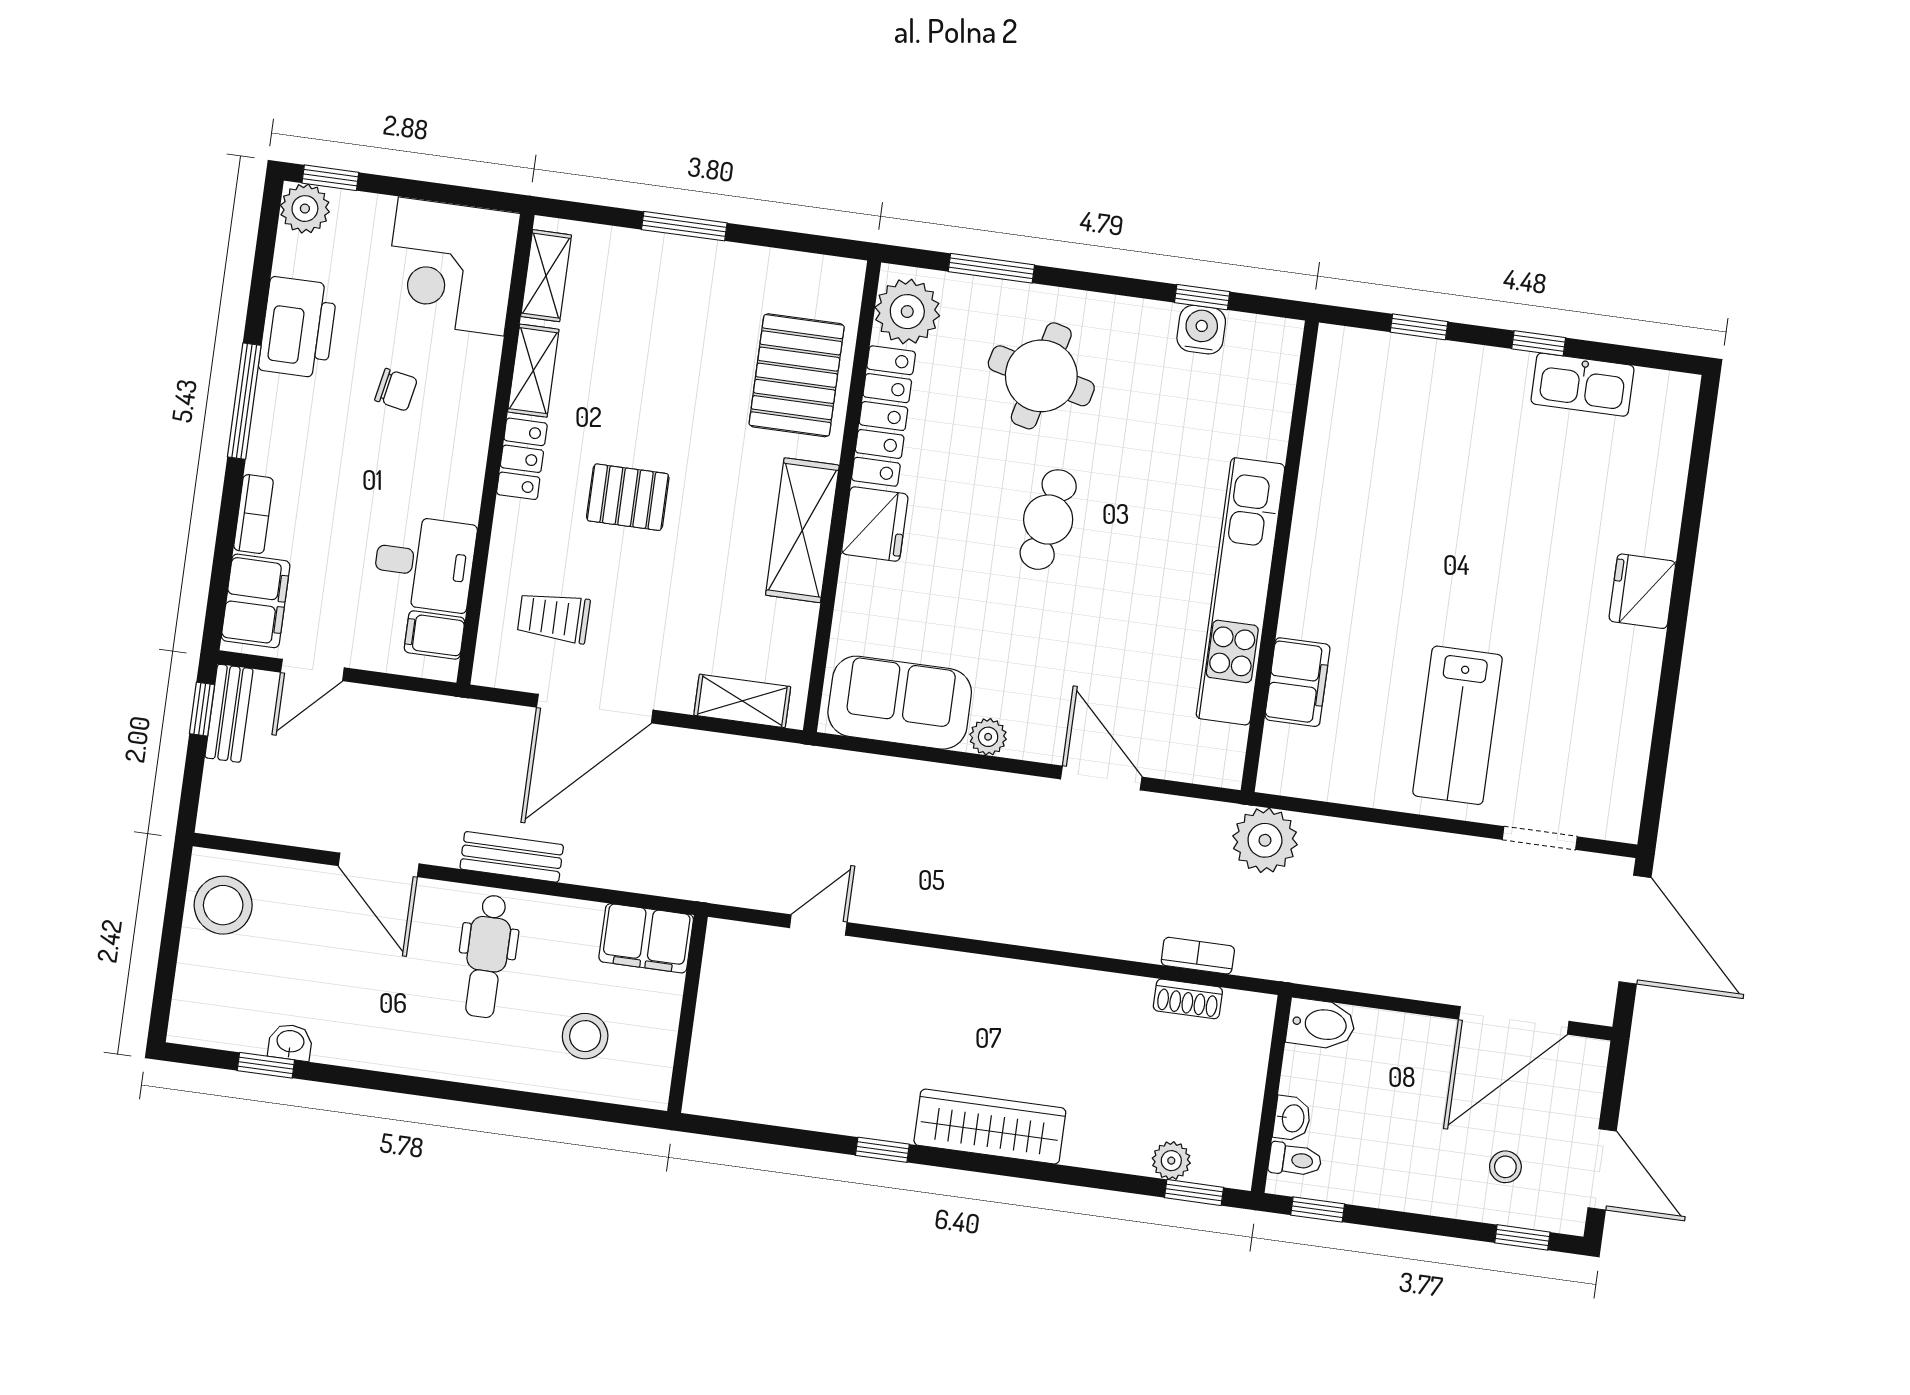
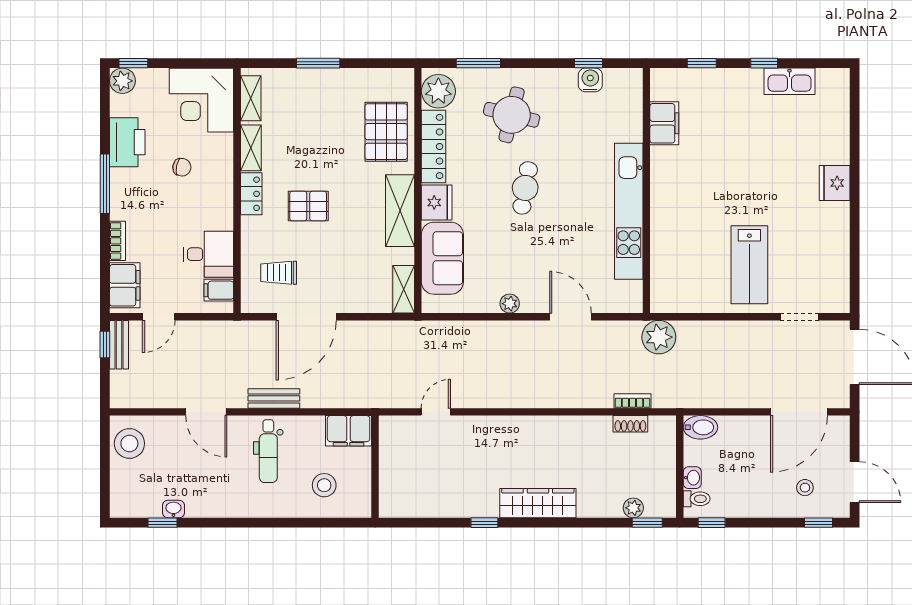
filing cabinet: (1297, 682) -> (664, 123), moved
shelving: (742, 701) -> (404, 289), moved, turned 90
sofa: (900, 703) -> (442, 258), moved, turned 90

